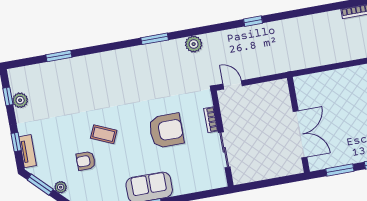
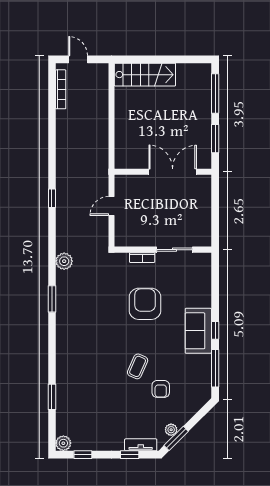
door: (233, 85) -> (111, 206), moved
plant: (20, 100) -> (63, 443), moved
plant: (61, 187) -> (171, 430), moved

